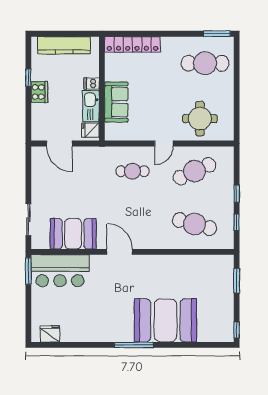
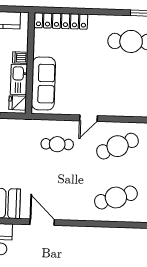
sofa: (116, 102) -> (43, 83), width x1.36
round table: (200, 119) -> (124, 95), removed
cafe table: (195, 224) -> (116, 198), turned -33

